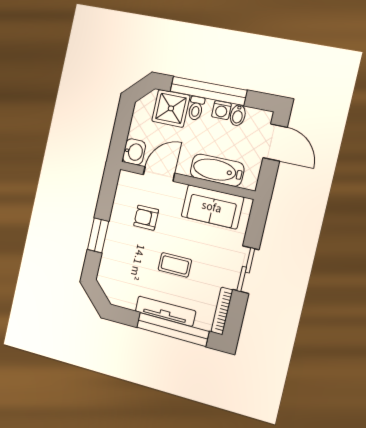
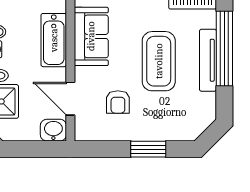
coffee table: (175, 265) -> (159, 61), width x1.86, depth x1.72

